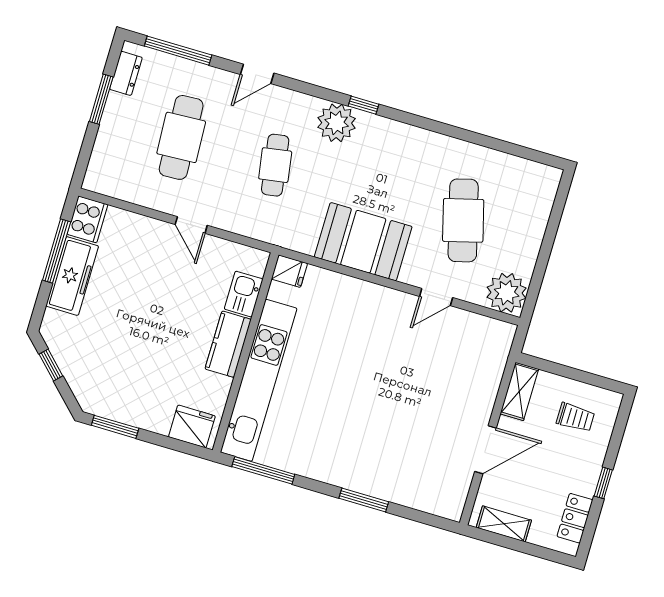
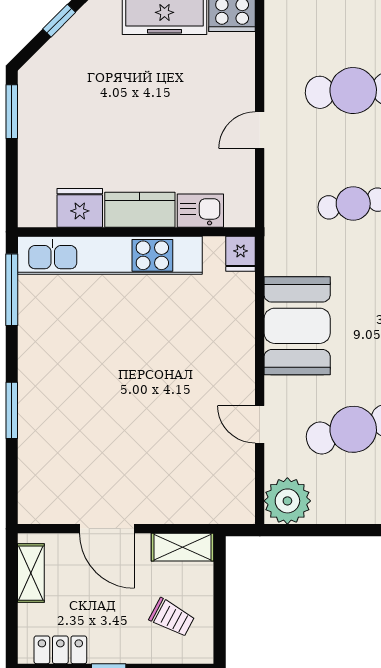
trolley: (575, 417) -> (172, 618), turned -62
fridge: (192, 426) -> (80, 208), moved, turned -90

